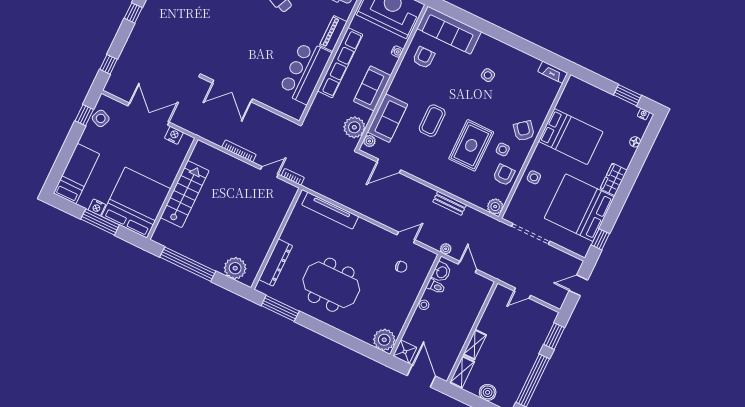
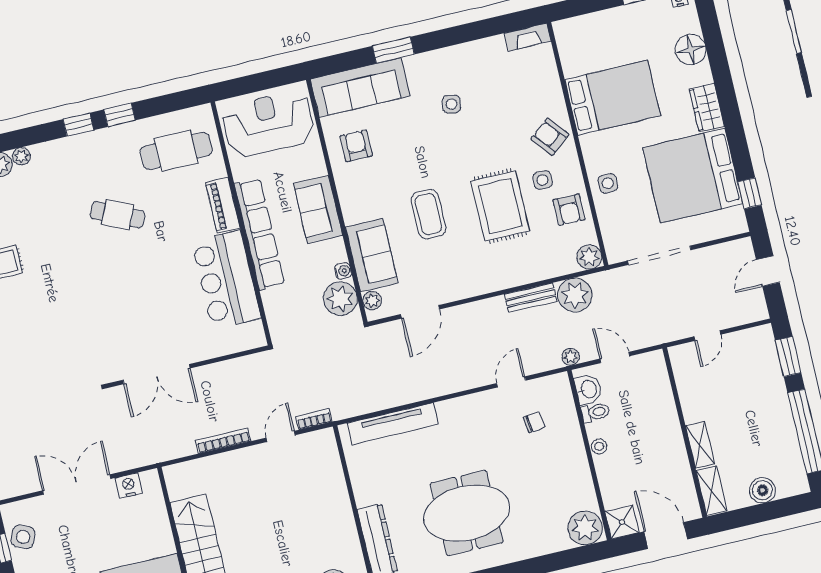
window: (481, 25) -> (393, 50), added
water cooler: (397, 52) -> (343, 271), moved
sofa: (372, 88) -> (318, 209), moved
floor lamp: (635, 142) -> (691, 50), width x1.89, depth x1.89
armchair: (504, 175) -> (569, 210), turned 180
plant: (473, 220) -> (575, 295), added

